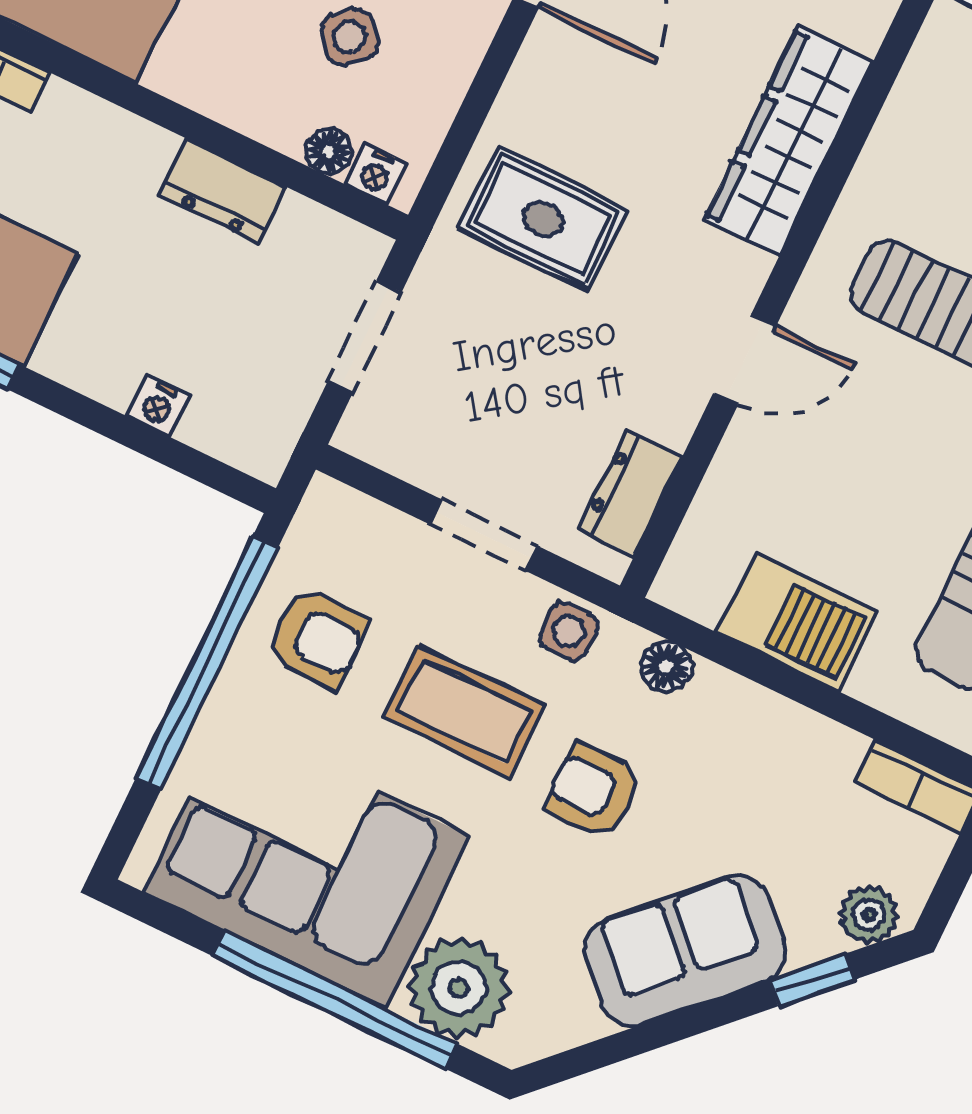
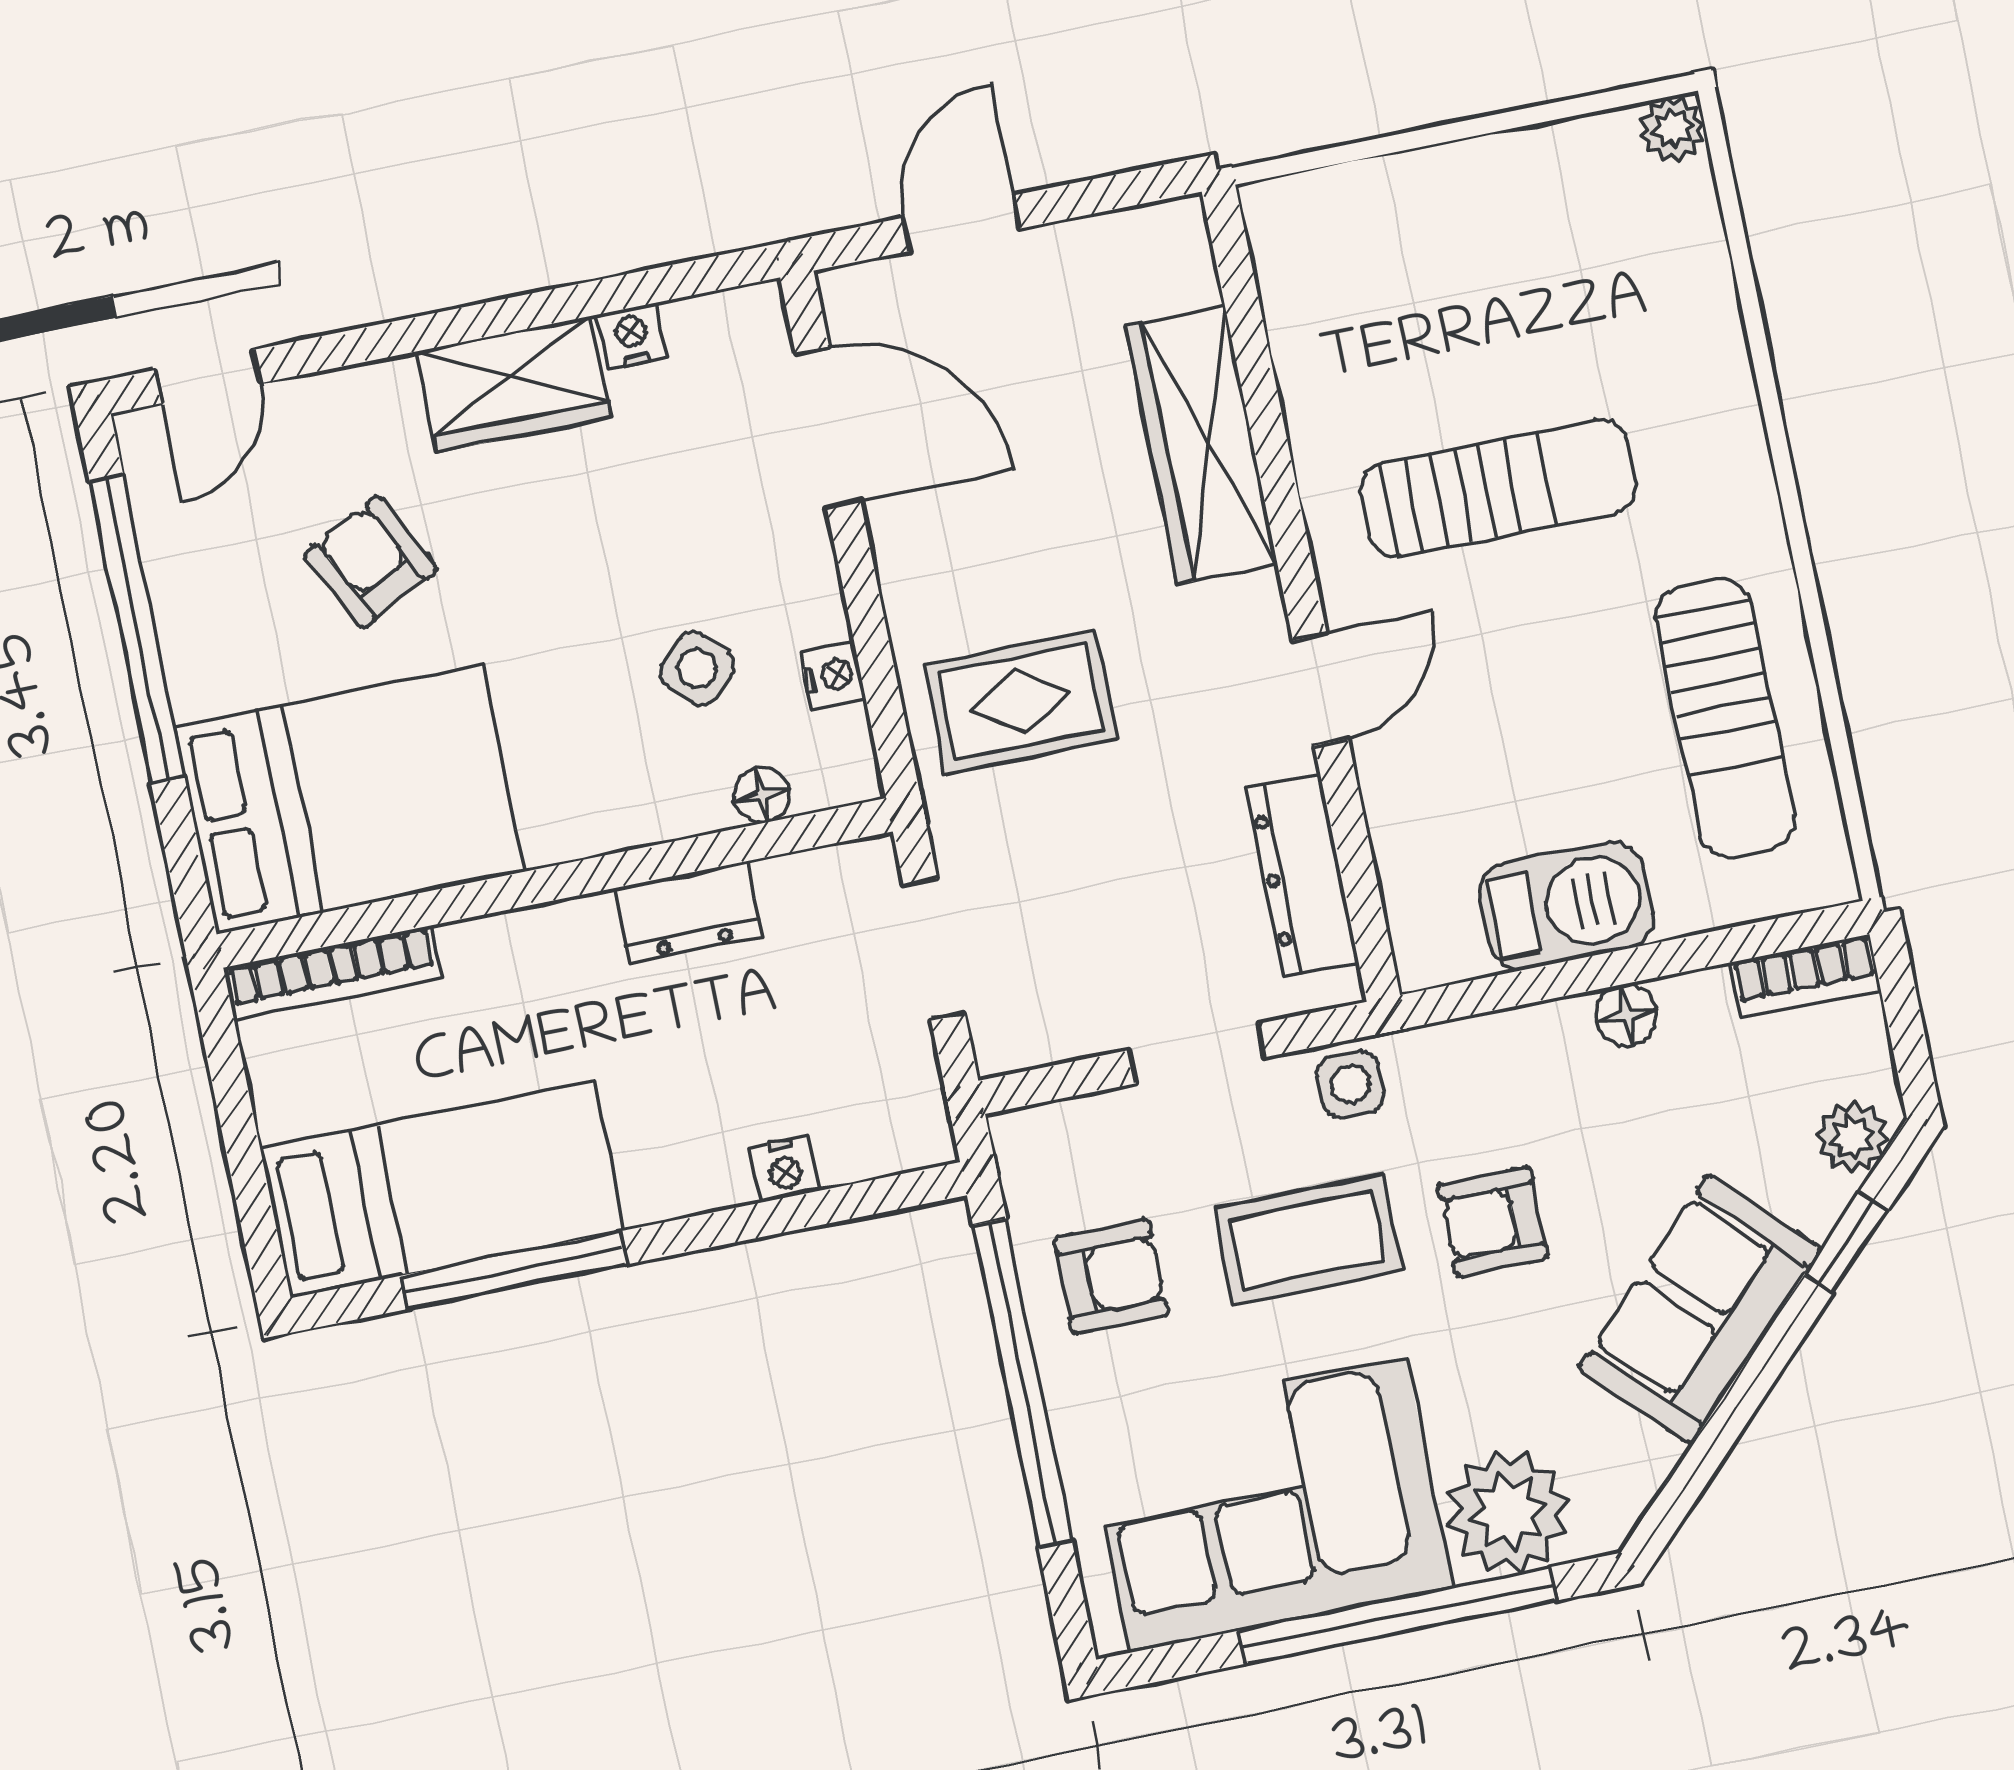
nightstand: (376, 174) -> (833, 675), moved, turned -90
dresser: (630, 493) -> (1302, 875), width x1.44
floor lamp: (666, 666) -> (1626, 1015), moved

